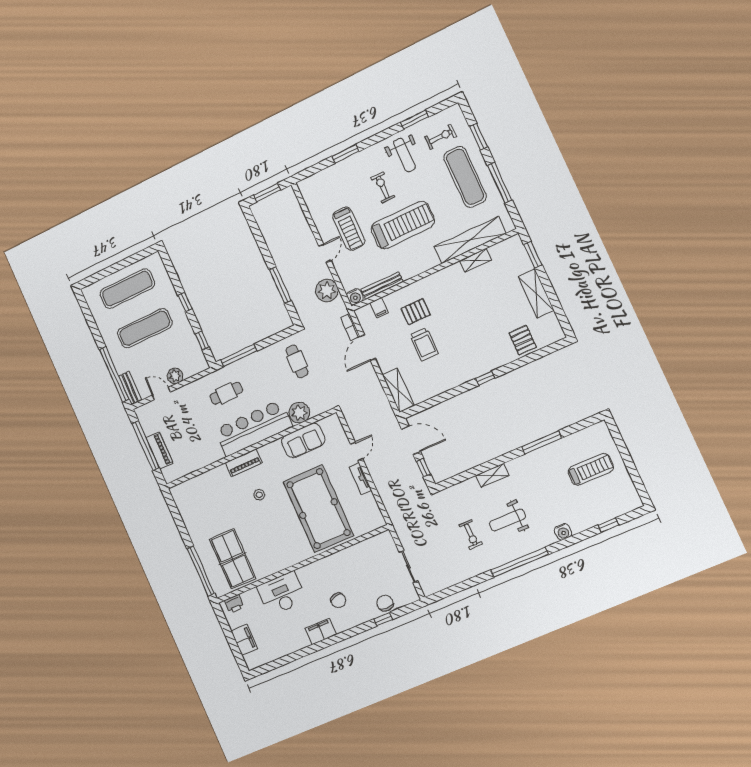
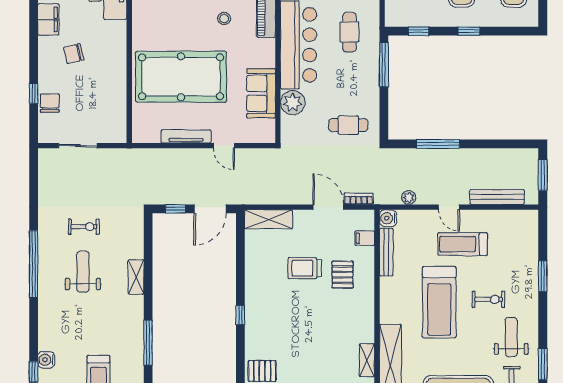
weight bench: (404, 155) -> (511, 337), turned 90
bench: (300, 220) -> (497, 197), added
plant: (327, 290) -> (409, 198), width x0.53, depth x0.53
tv unit: (360, 479) -> (186, 136), width x1.41
water cooler: (563, 532) -> (46, 360), moved
exercise bike: (471, 535) -> (84, 227), turned 180
chair: (385, 603) -> (50, 103), turned -90

